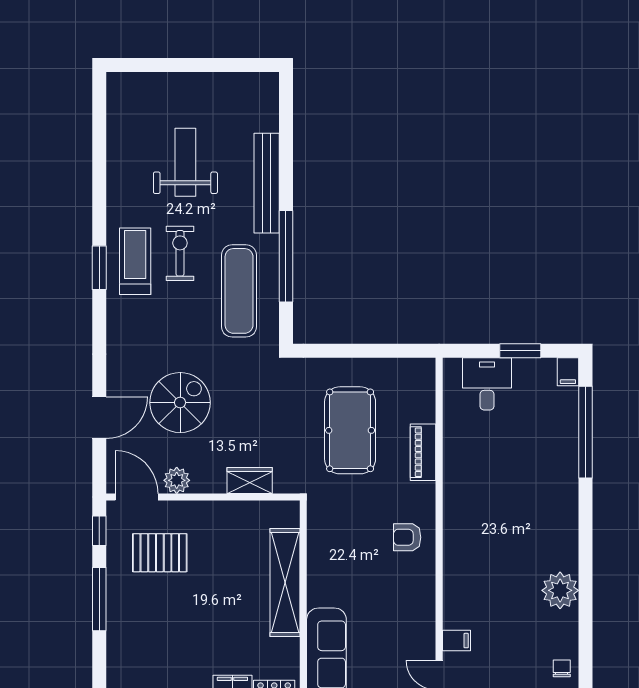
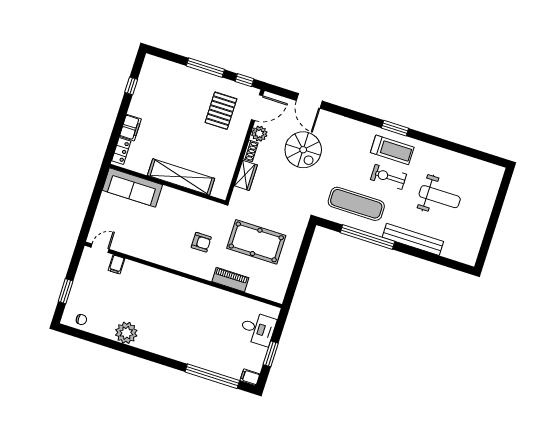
exercise bike: (180, 253) -> (389, 177), turned 180
shoe rack: (209, 485) -> (251, 151), added
armchair: (407, 537) -> (201, 242), moved, turned 90

